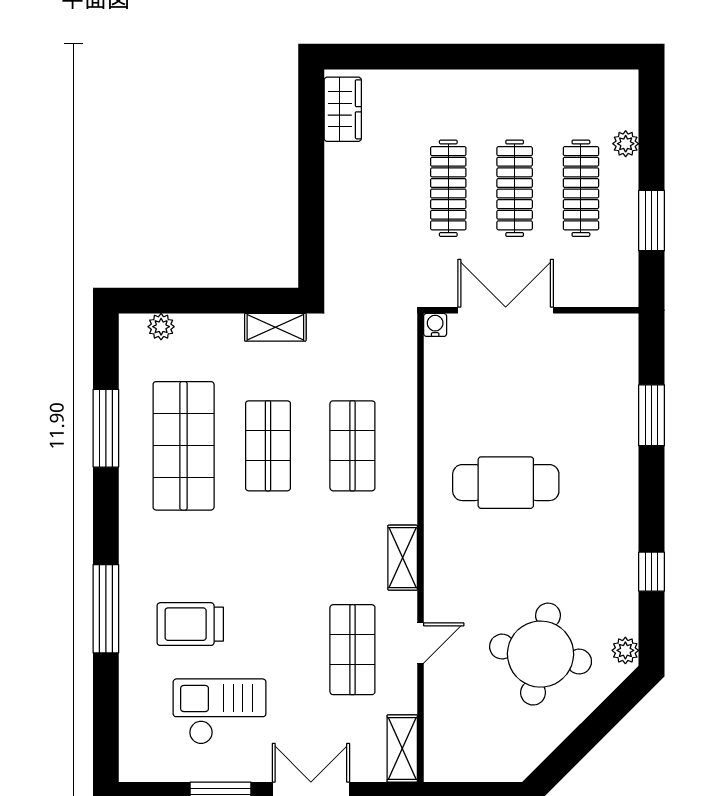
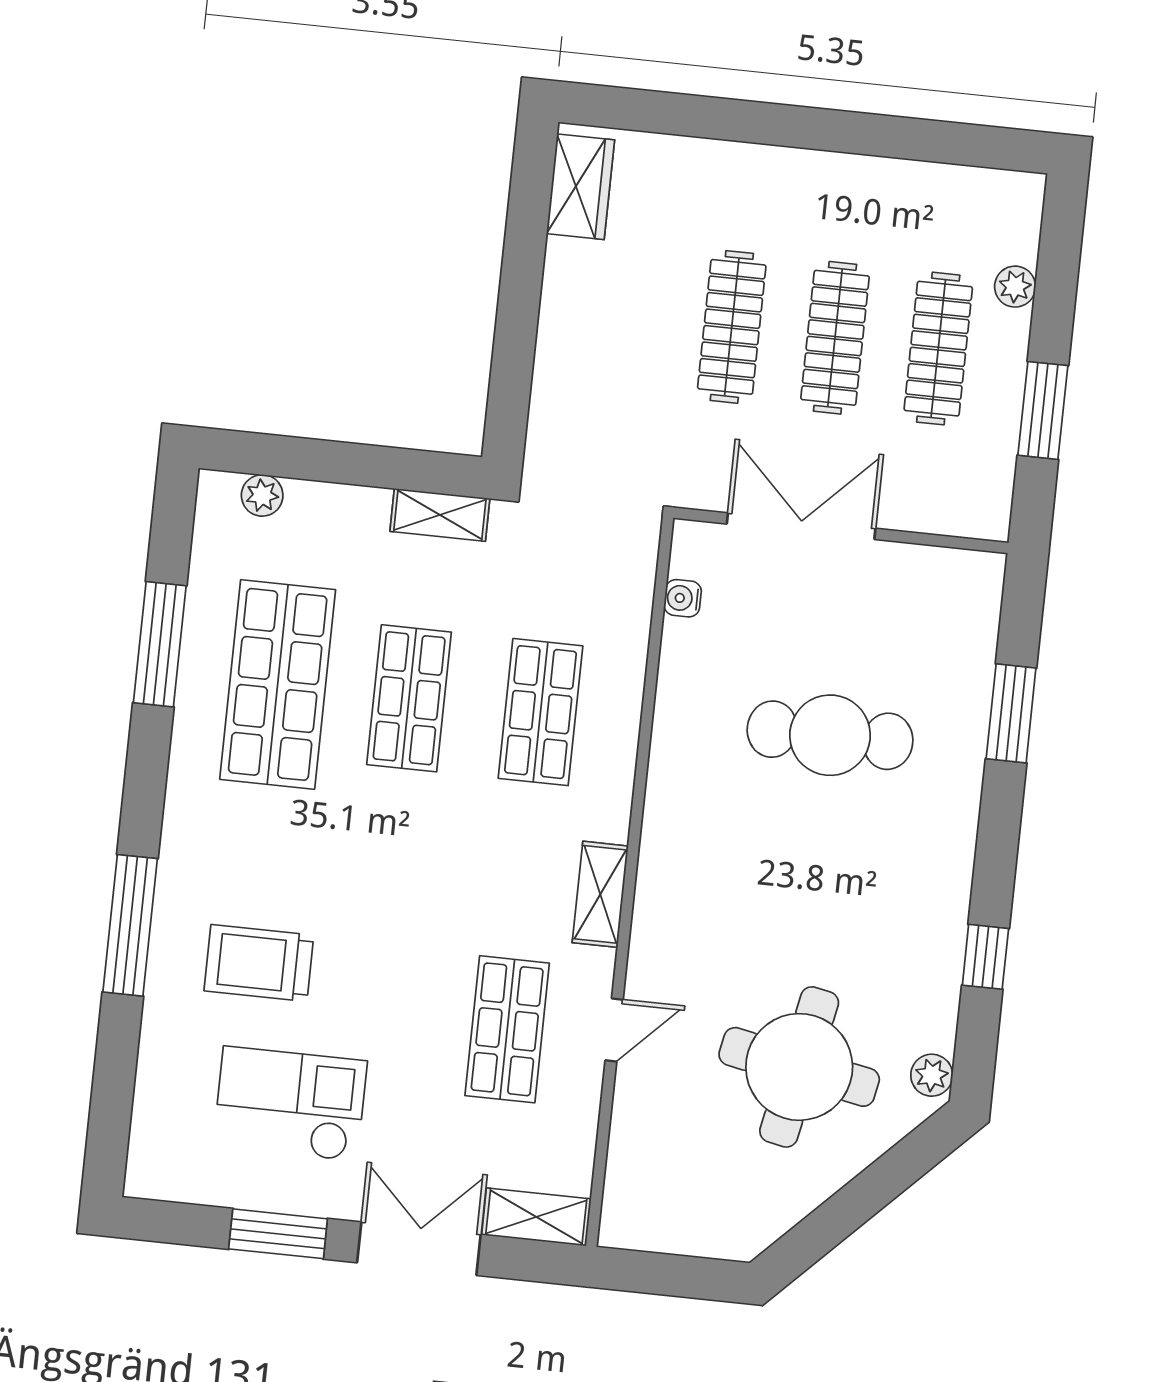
water cooler: (435, 325) -> (683, 598), moved, turned -90
cafe table: (506, 483) -> (830, 735), moved
shelving: (402, 748) -> (536, 1217), moved, turned 90

